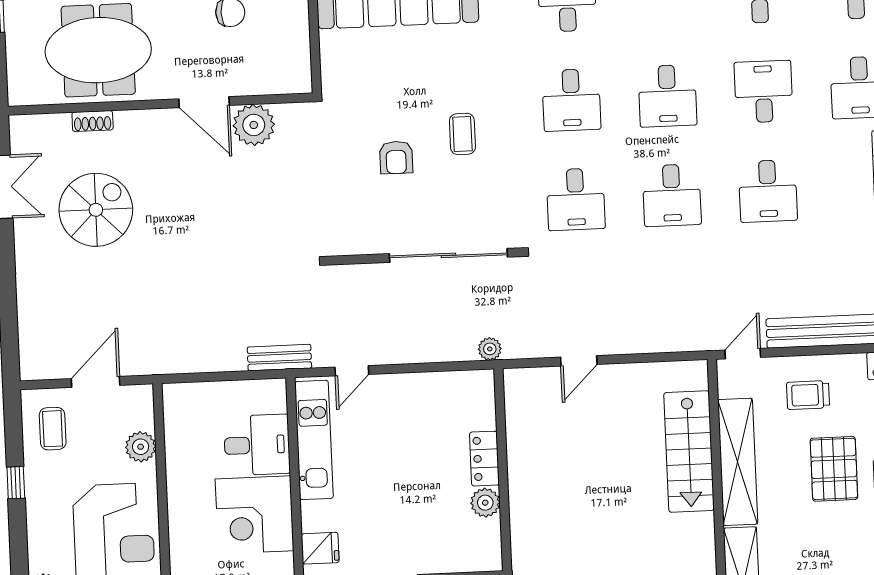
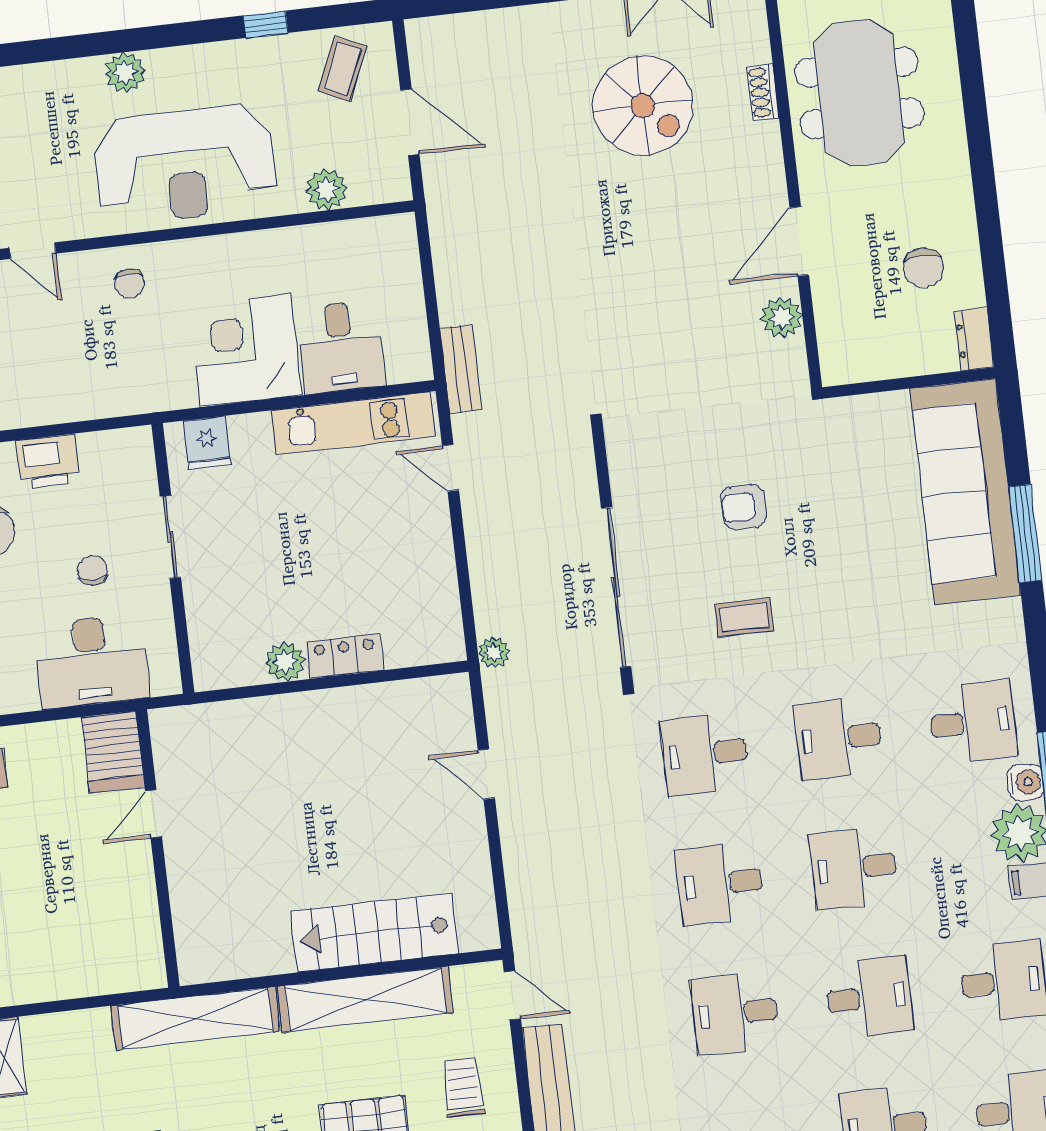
plant: (254, 125) -> (782, 317), width x0.73, depth x0.73
coffee table: (462, 134) -> (744, 617), moved
coffee table: (53, 429) -> (342, 69), turned -66

